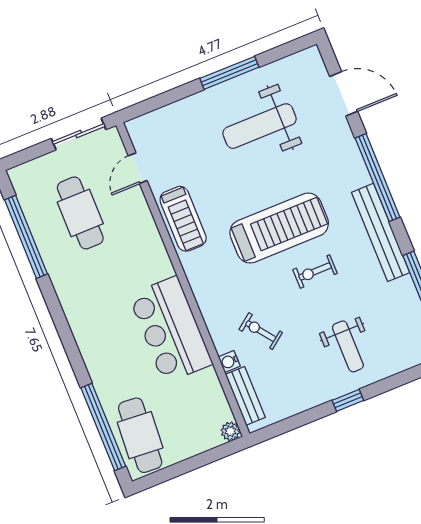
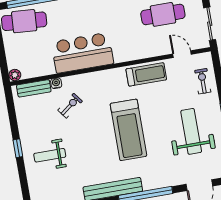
treadmill: (183, 219) -> (146, 74), turned 180
exercise bike: (315, 271) -> (203, 81), moved

